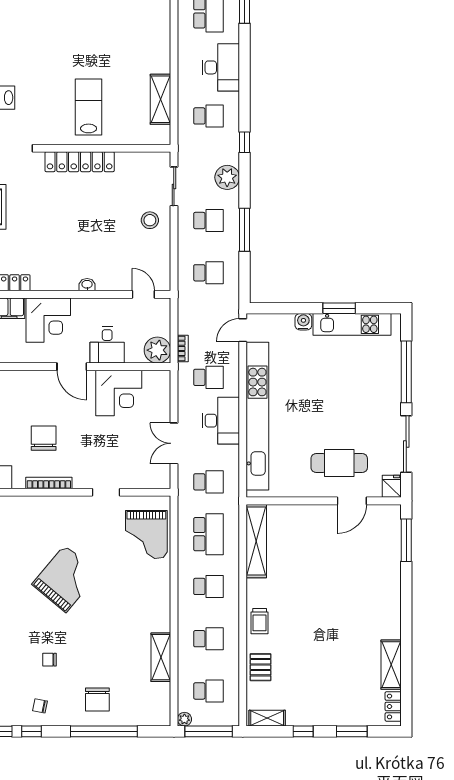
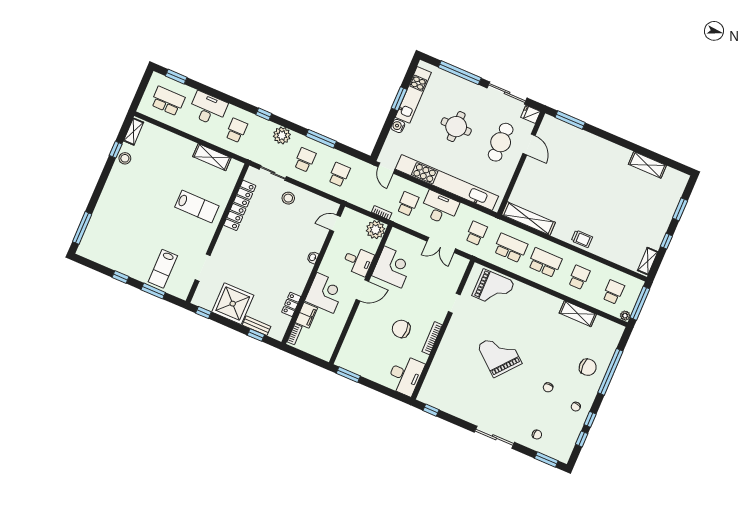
lab bench: (89, 107) -> (197, 206), turned 180
locker: (80, 162) -> (240, 205), moved
round table: (335, 397) -> (456, 127), added
school desk: (208, 586) -> (545, 263), width x1.85
pallet: (261, 667) -> (612, 251), removed
locker: (393, 706) -> (675, 175), removed

